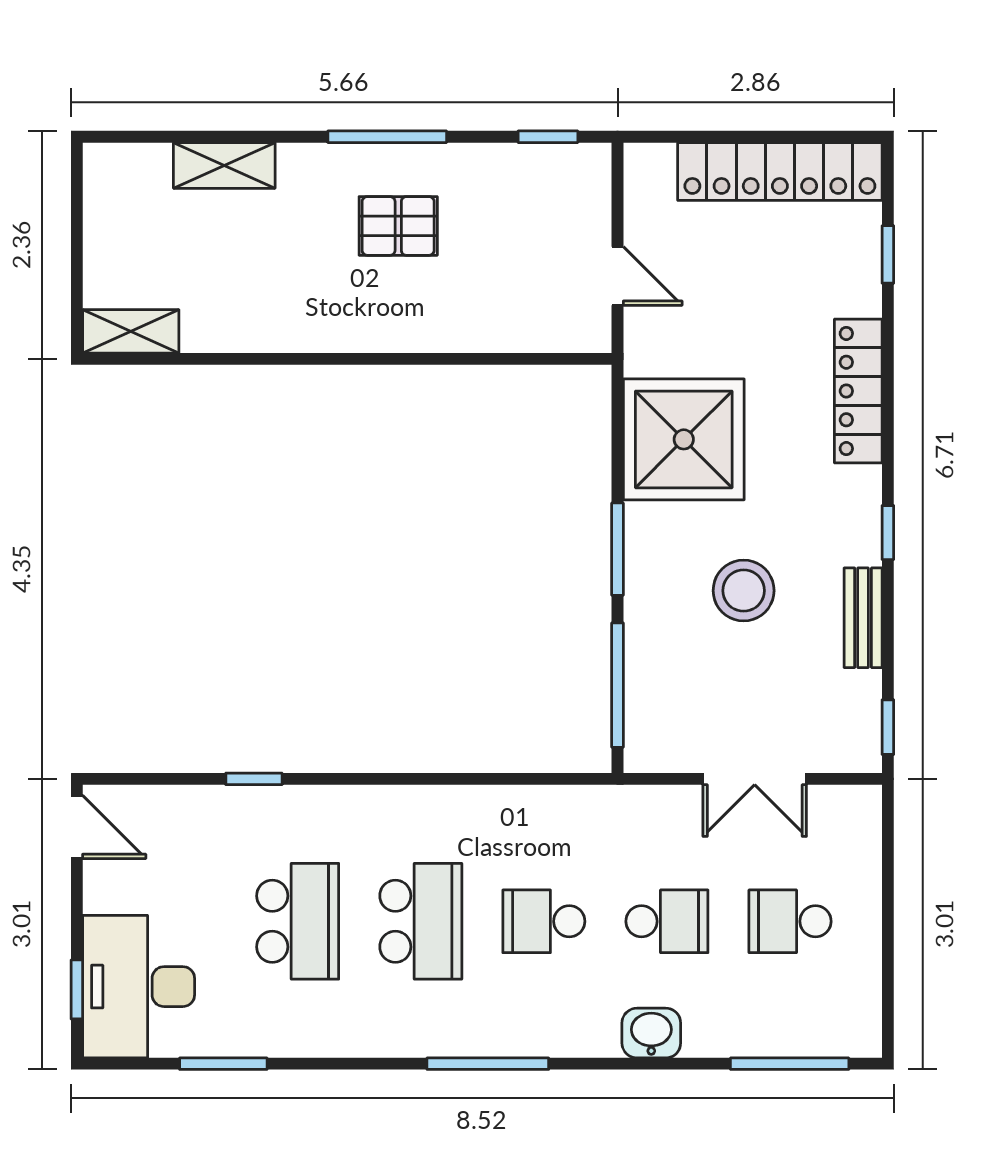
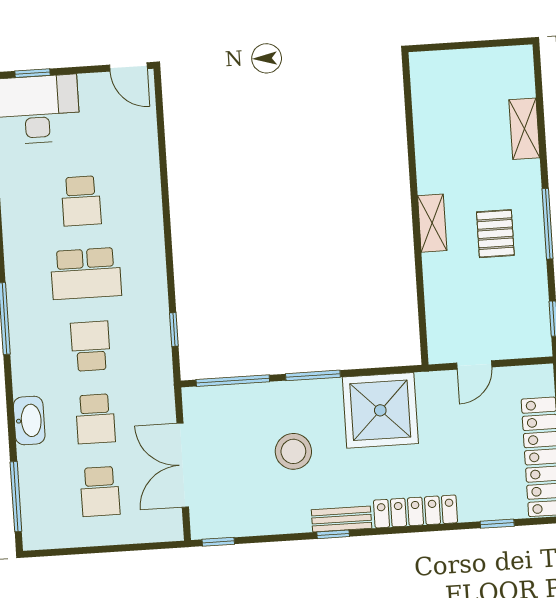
shelving: (131, 331) -> (432, 223), moved
bench: (863, 618) -> (342, 519), moved
window: (254, 779) -> (174, 329), moved
double door: (755, 779) -> (183, 465), width x1.37
door: (77, 827) -> (128, 67), hinge flipped
school desk: (298, 921) -> (81, 201), width x0.54
school desk: (790, 921) -> (100, 491), turned 180
washbasin: (651, 1033) -> (29, 420), width x1.38

